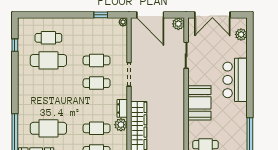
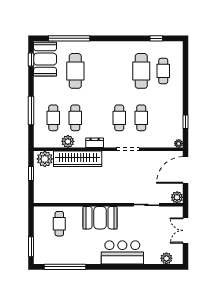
double door: (212, 15) -> (186, 230), width x0.73
plant: (121, 125) -> (68, 141), moved

